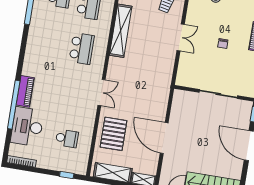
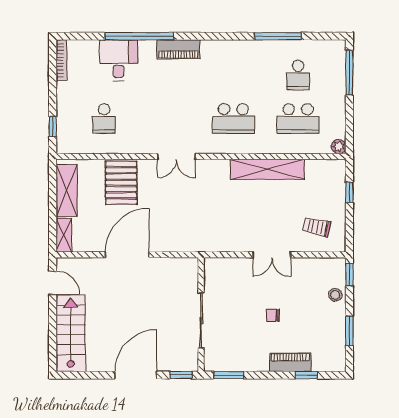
piano: (25, 91) -> (178, 49), moved
desk: (27, 127) -> (119, 60), width x0.73
pallet: (113, 134) -> (121, 183), turned 90

